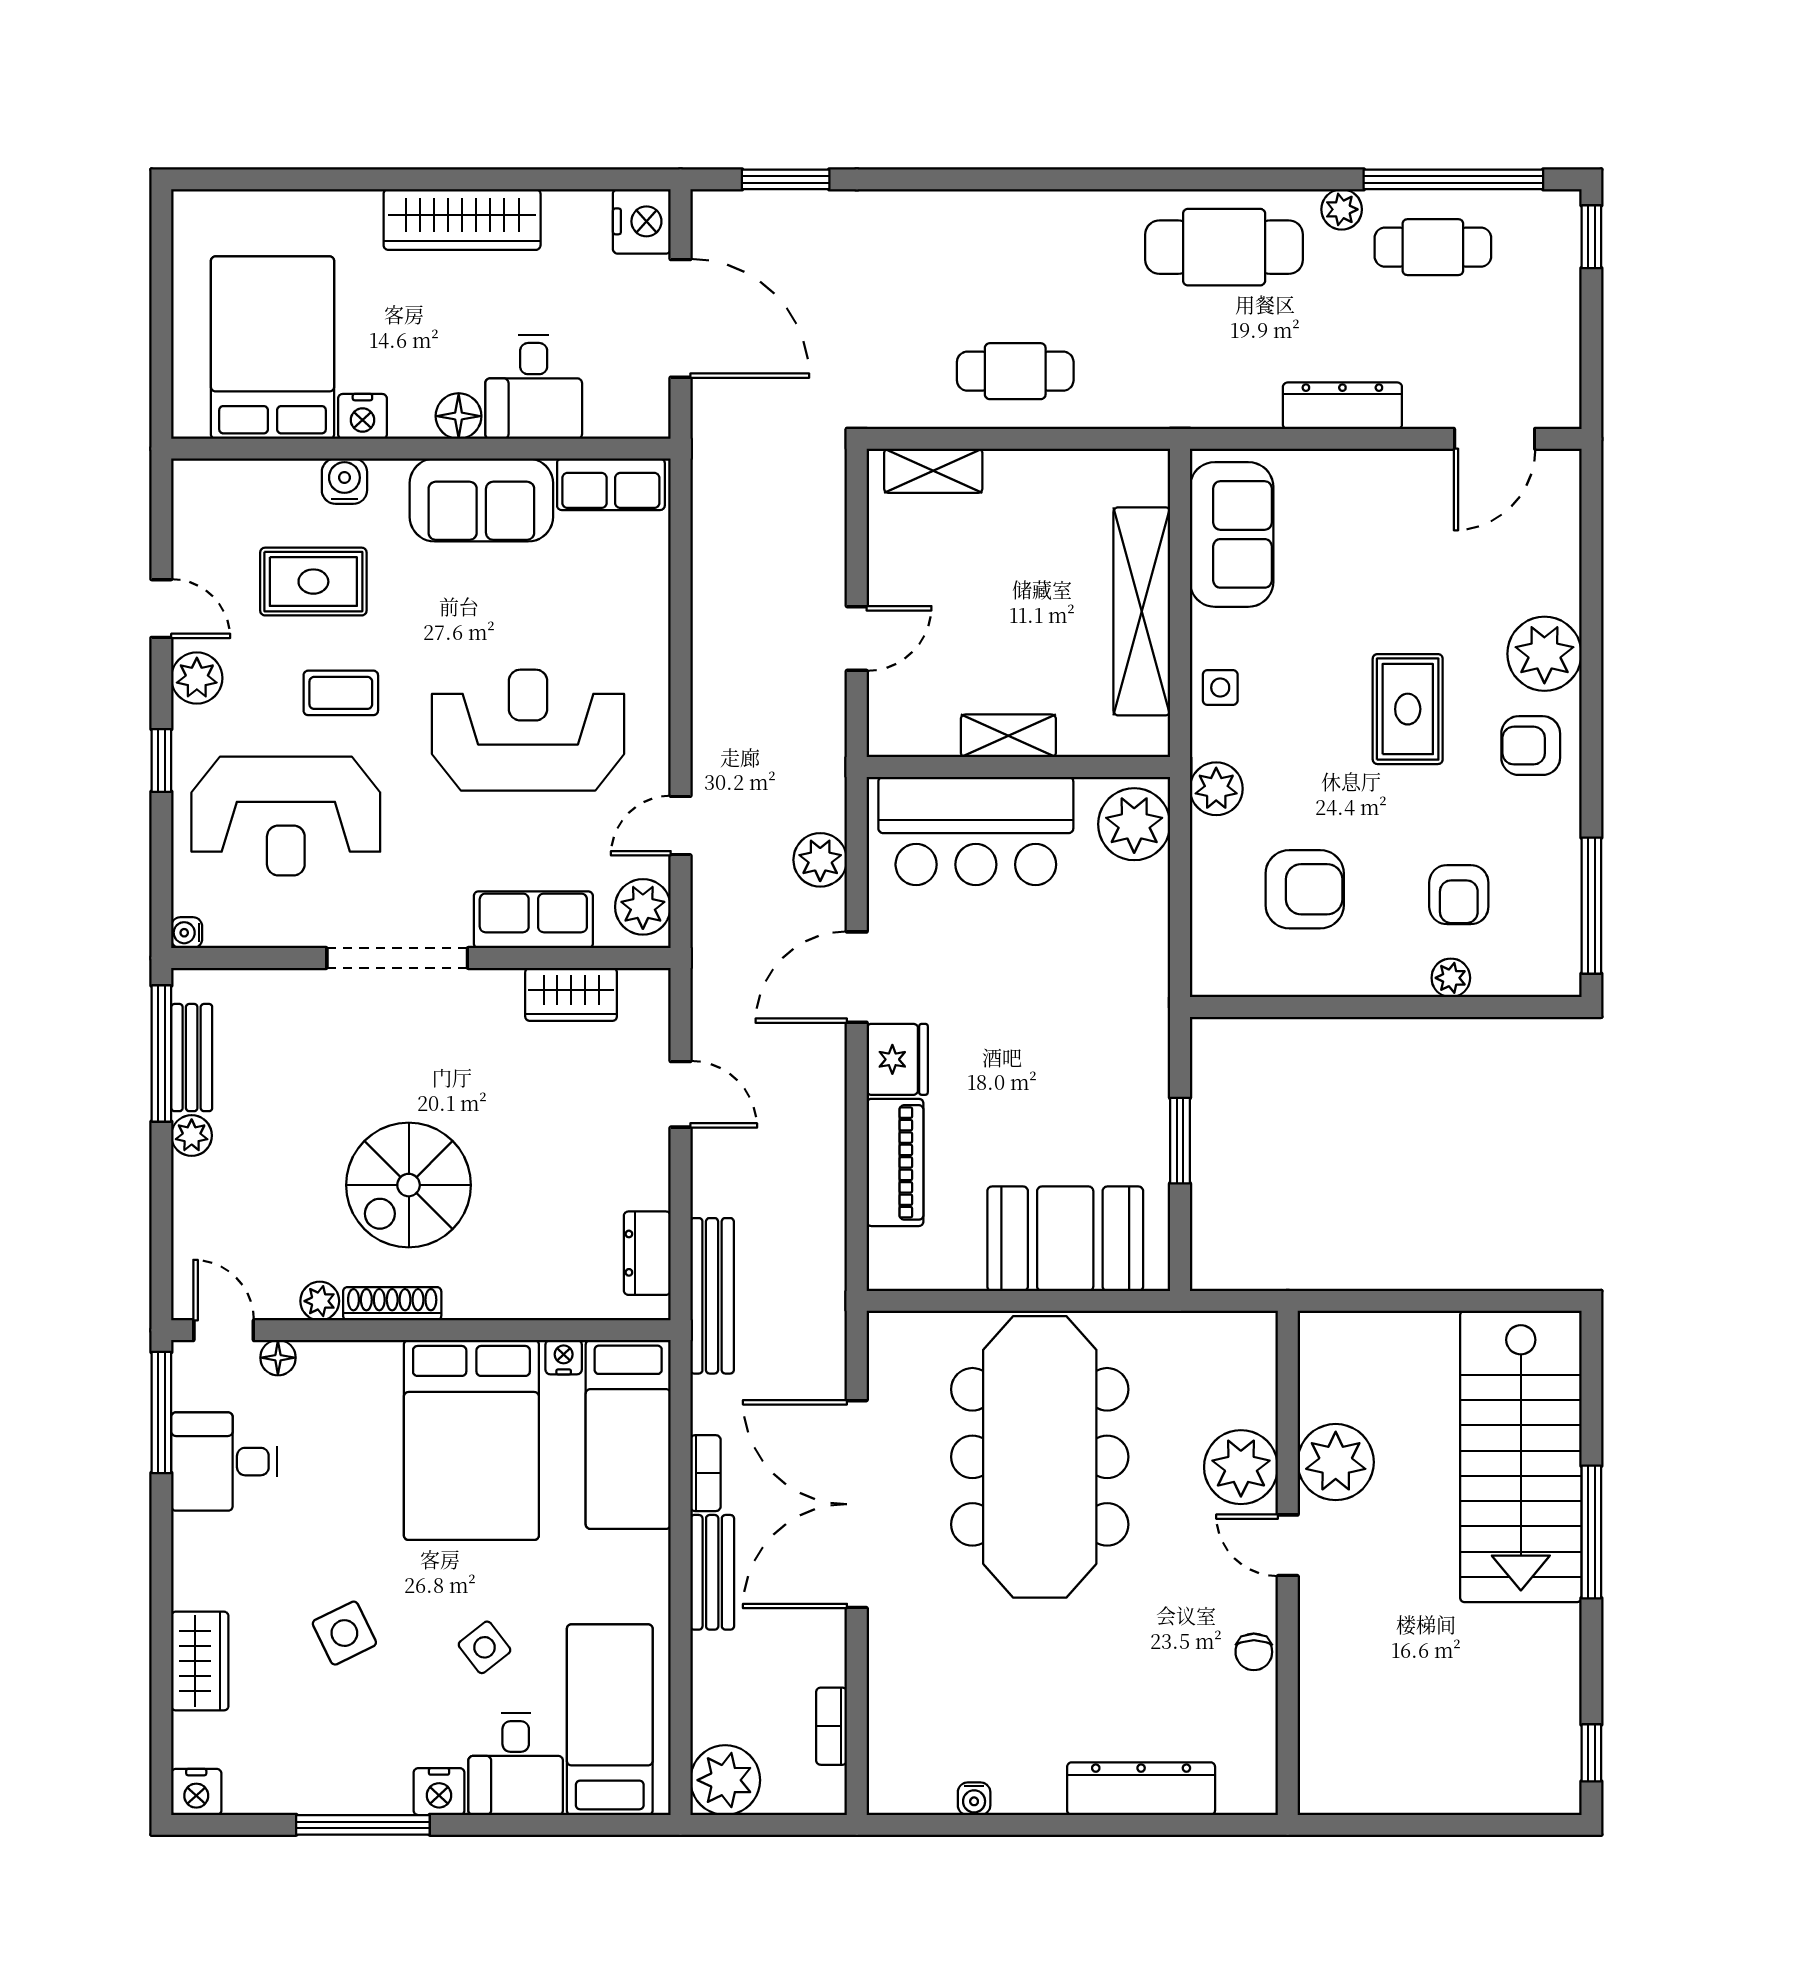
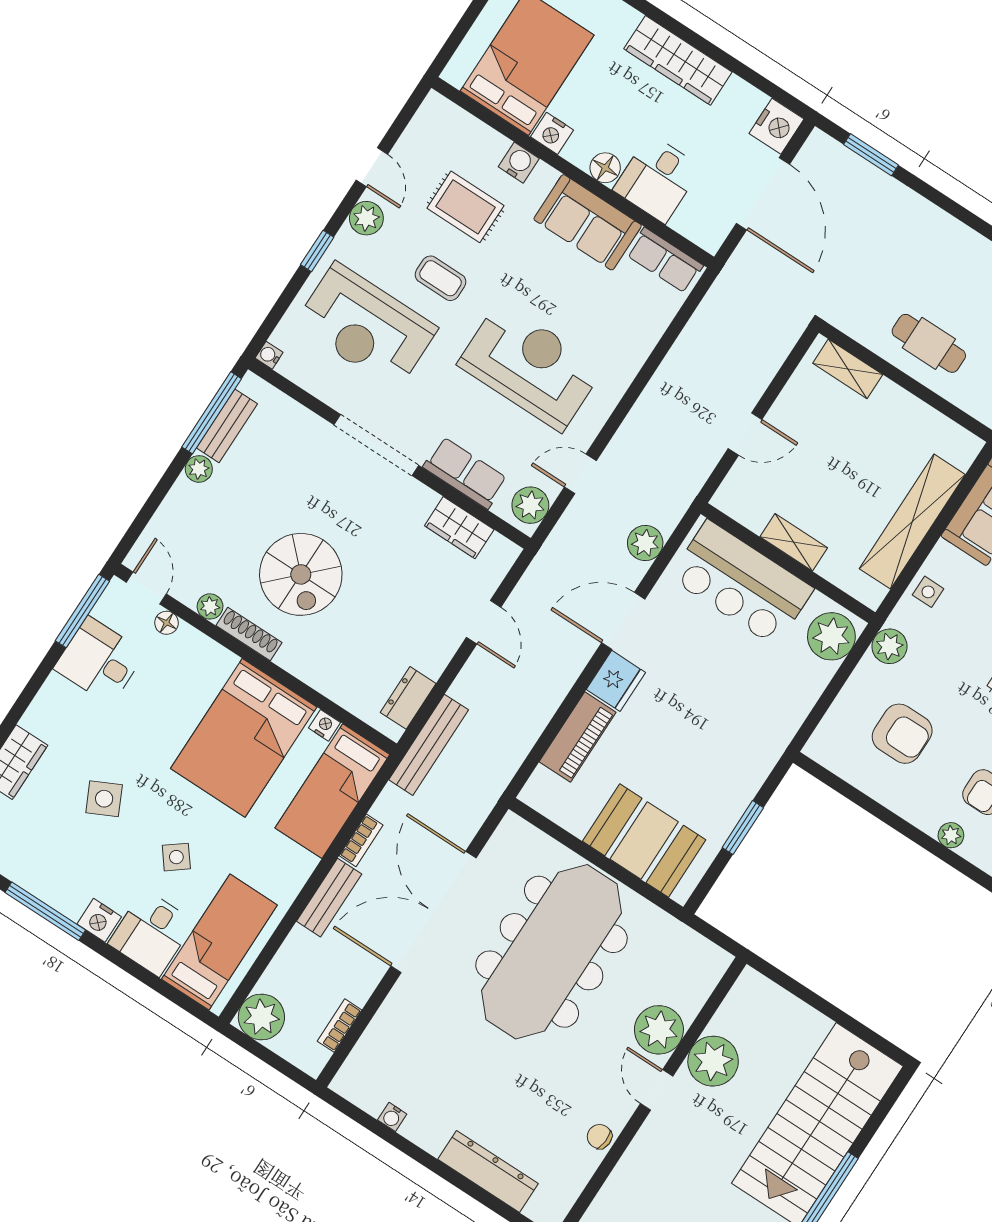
spiral stairs: (409, 1185) -> (301, 574), turned -90
chair: (1254, 1652) -> (600, 1137), turned 94

